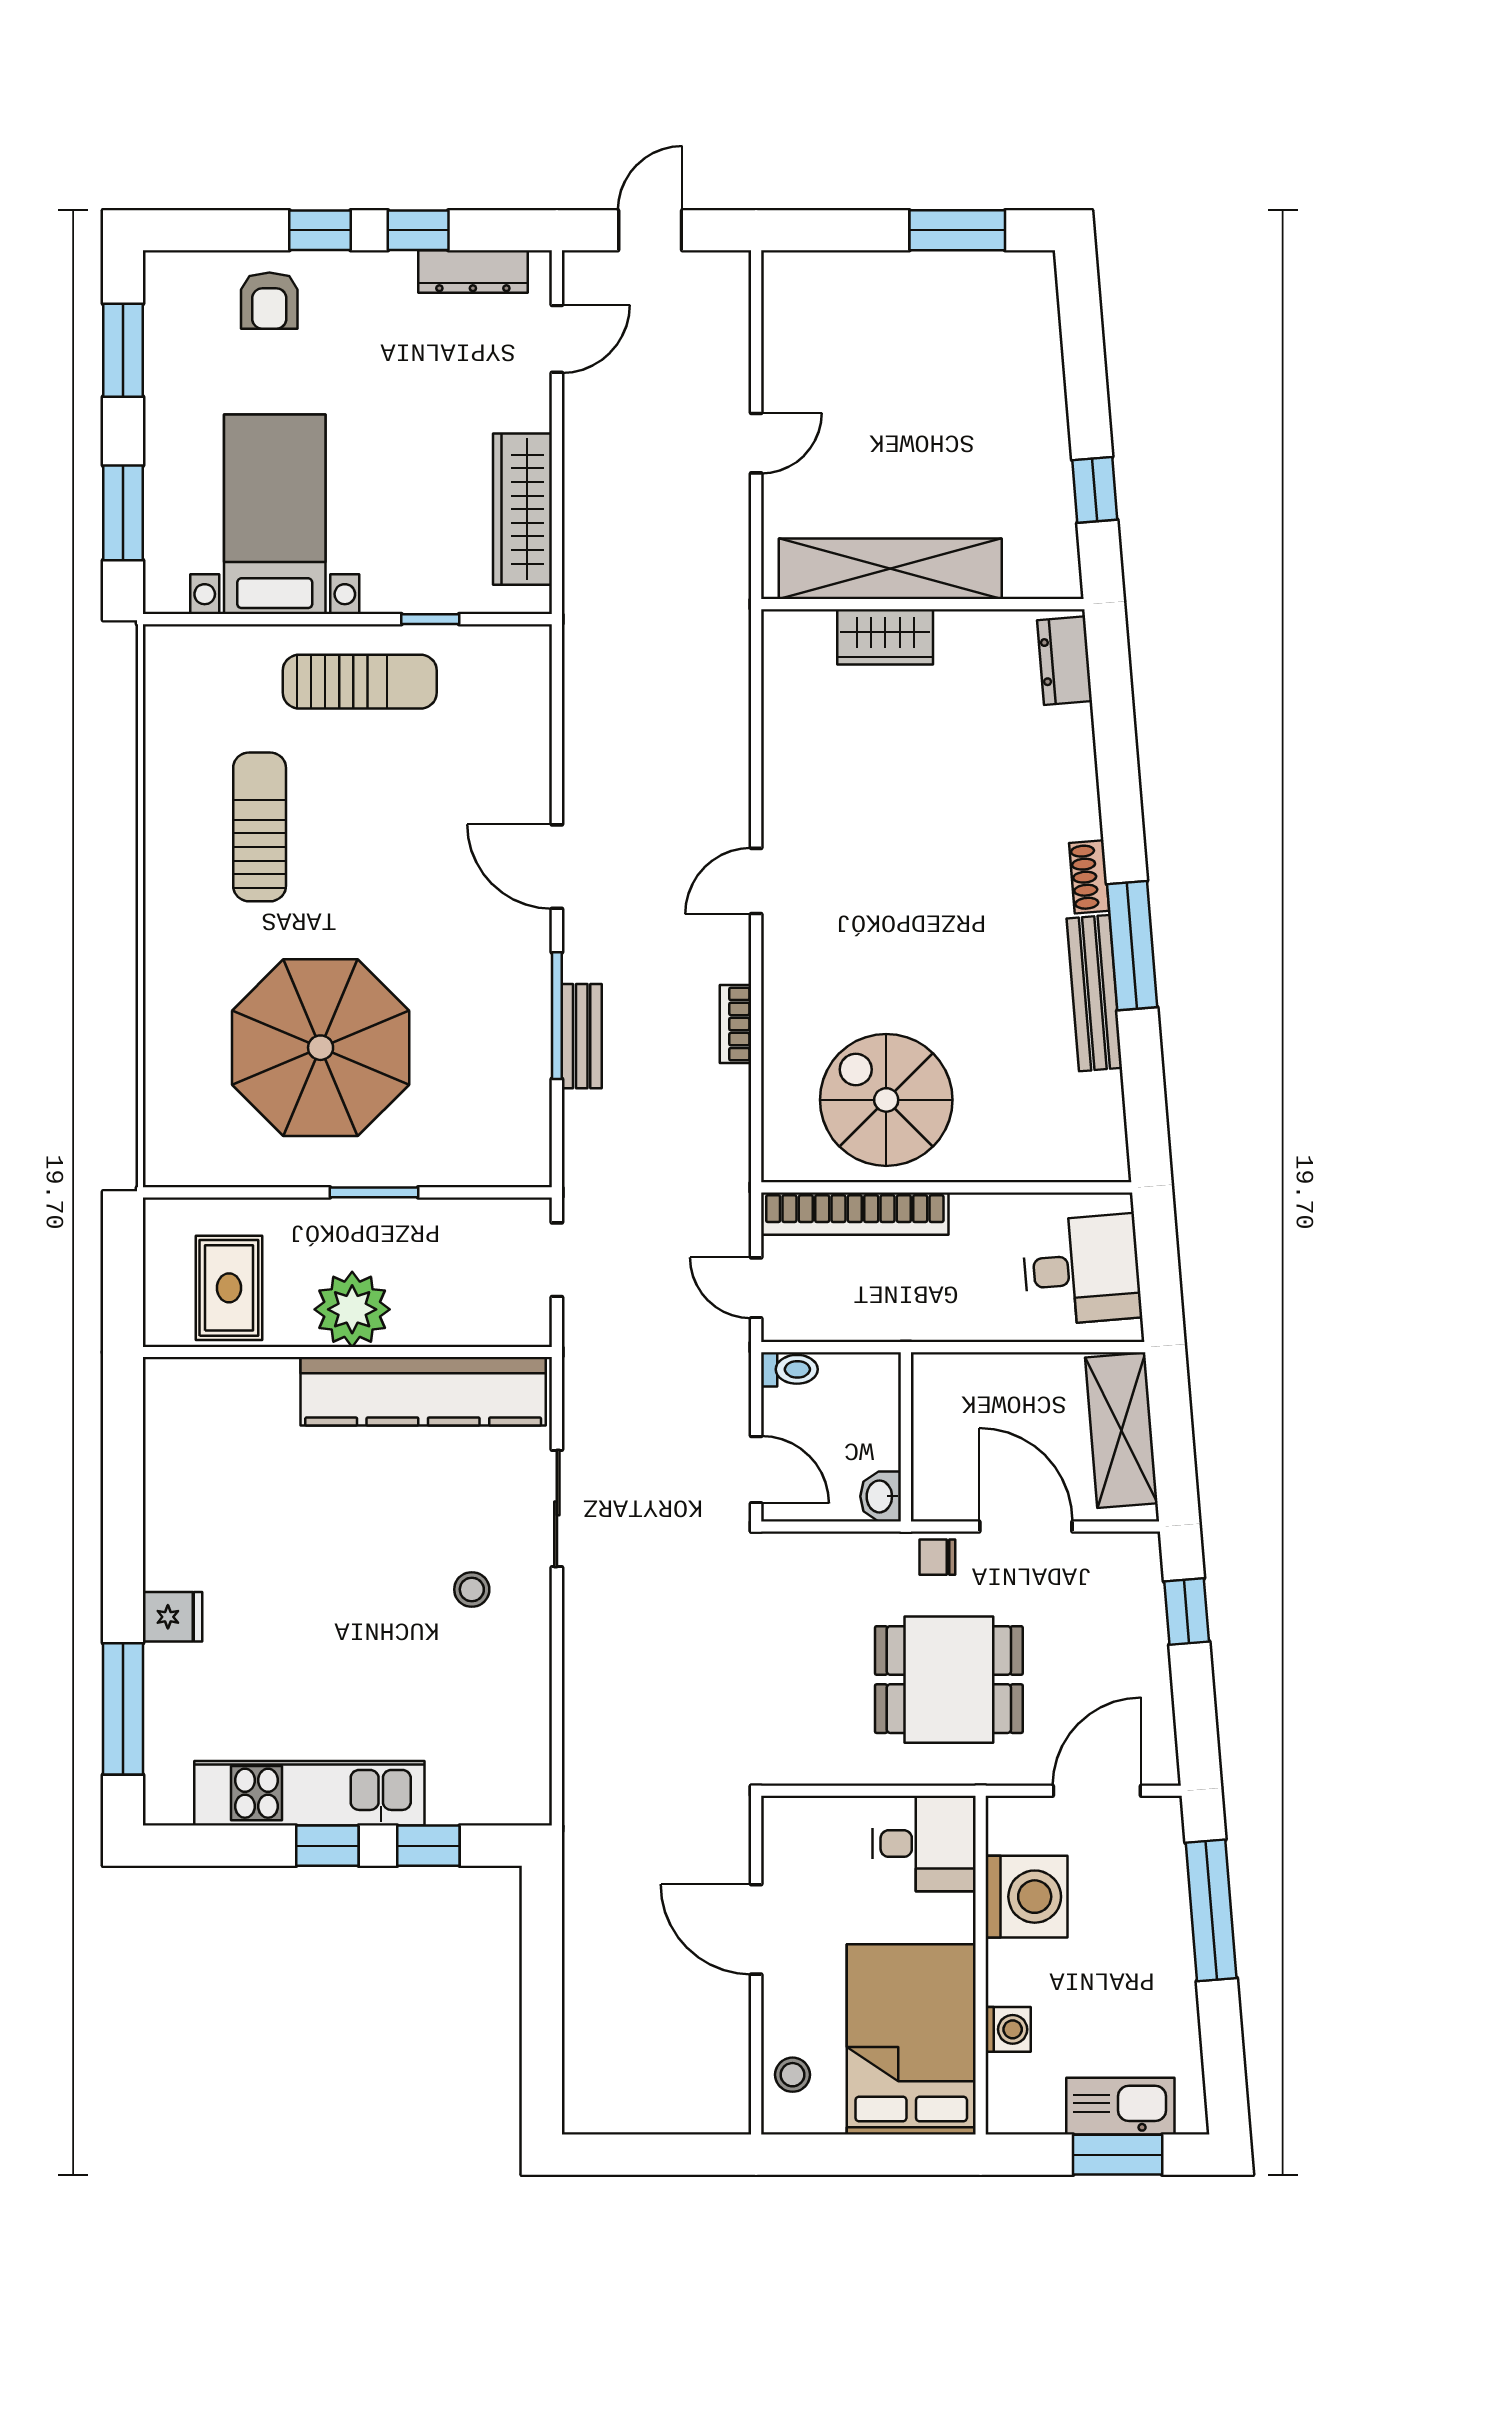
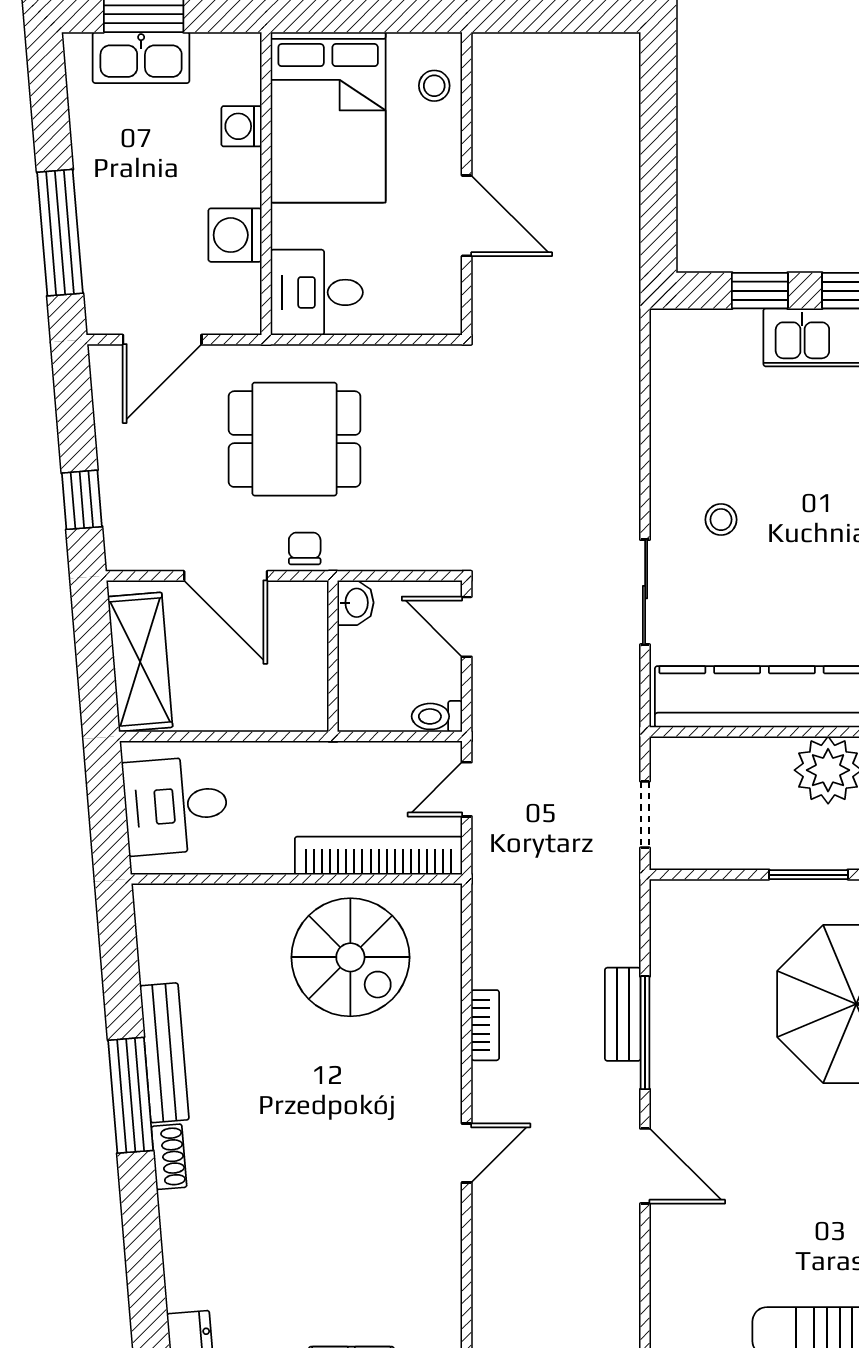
door: (756, 1288) -> (467, 789), swing flipped
chair: (937, 1557) -> (305, 548), turned -90
washing machine: (1026, 1897) -> (235, 235), width x0.73, depth x0.73

